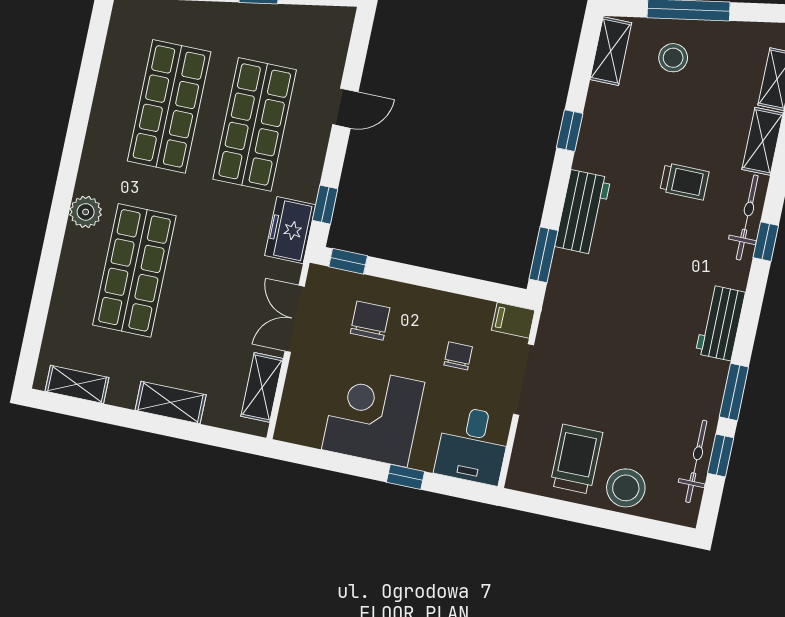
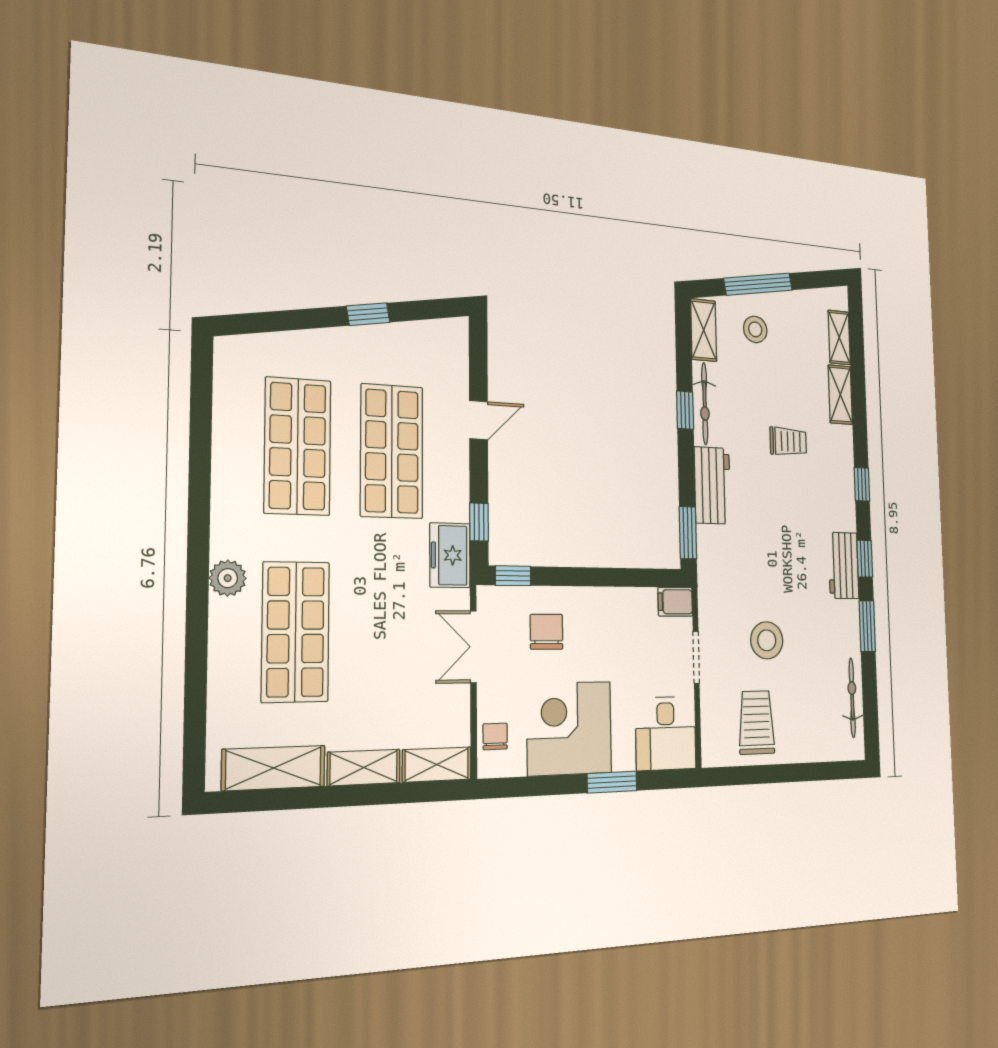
bicycle: (747, 217) -> (705, 404), moved, turned 180
chair: (458, 356) -> (495, 736), moved
doorway: (524, 380) -> (696, 657), width x0.73
shelving: (77, 384) -> (274, 768), width x1.50, depth x1.33
shelving: (262, 387) -> (437, 765), moved, turned 90
window: (721, 455) -> (865, 559), moved
window: (406, 477) -> (612, 782), width x1.50
stool: (626, 488) -> (767, 640), moved

